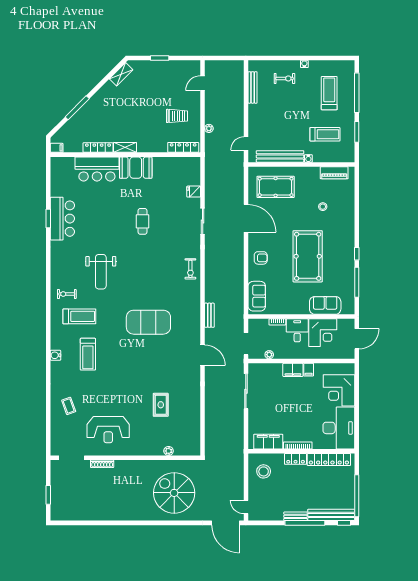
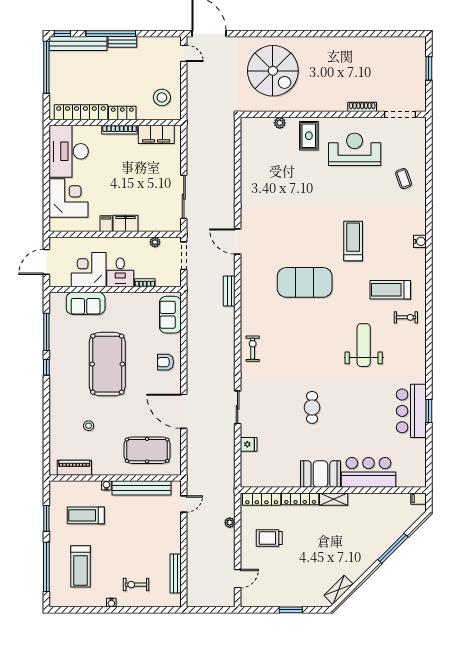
locker: (98, 148) -> (300, 499), moved
treadmill: (88, 354) -> (353, 241), moved
rug: (161, 405) -> (309, 136), moved

